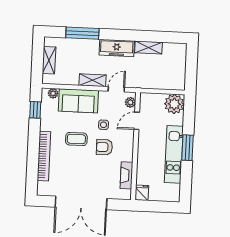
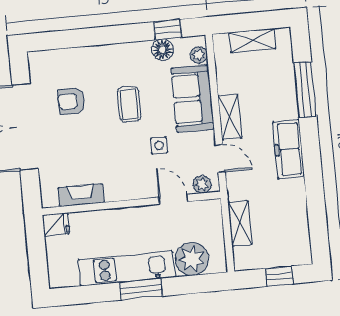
shelving: (149, 48) -> (240, 223), moved
window: (191, 64) -> (279, 276), added
plant: (174, 104) -> (192, 259), moved
floor lamp: (47, 115) -> (162, 50), added
armchair: (104, 147) -> (71, 101), moved, turned -89
bookcase: (44, 156) -> (93, 55), removed

